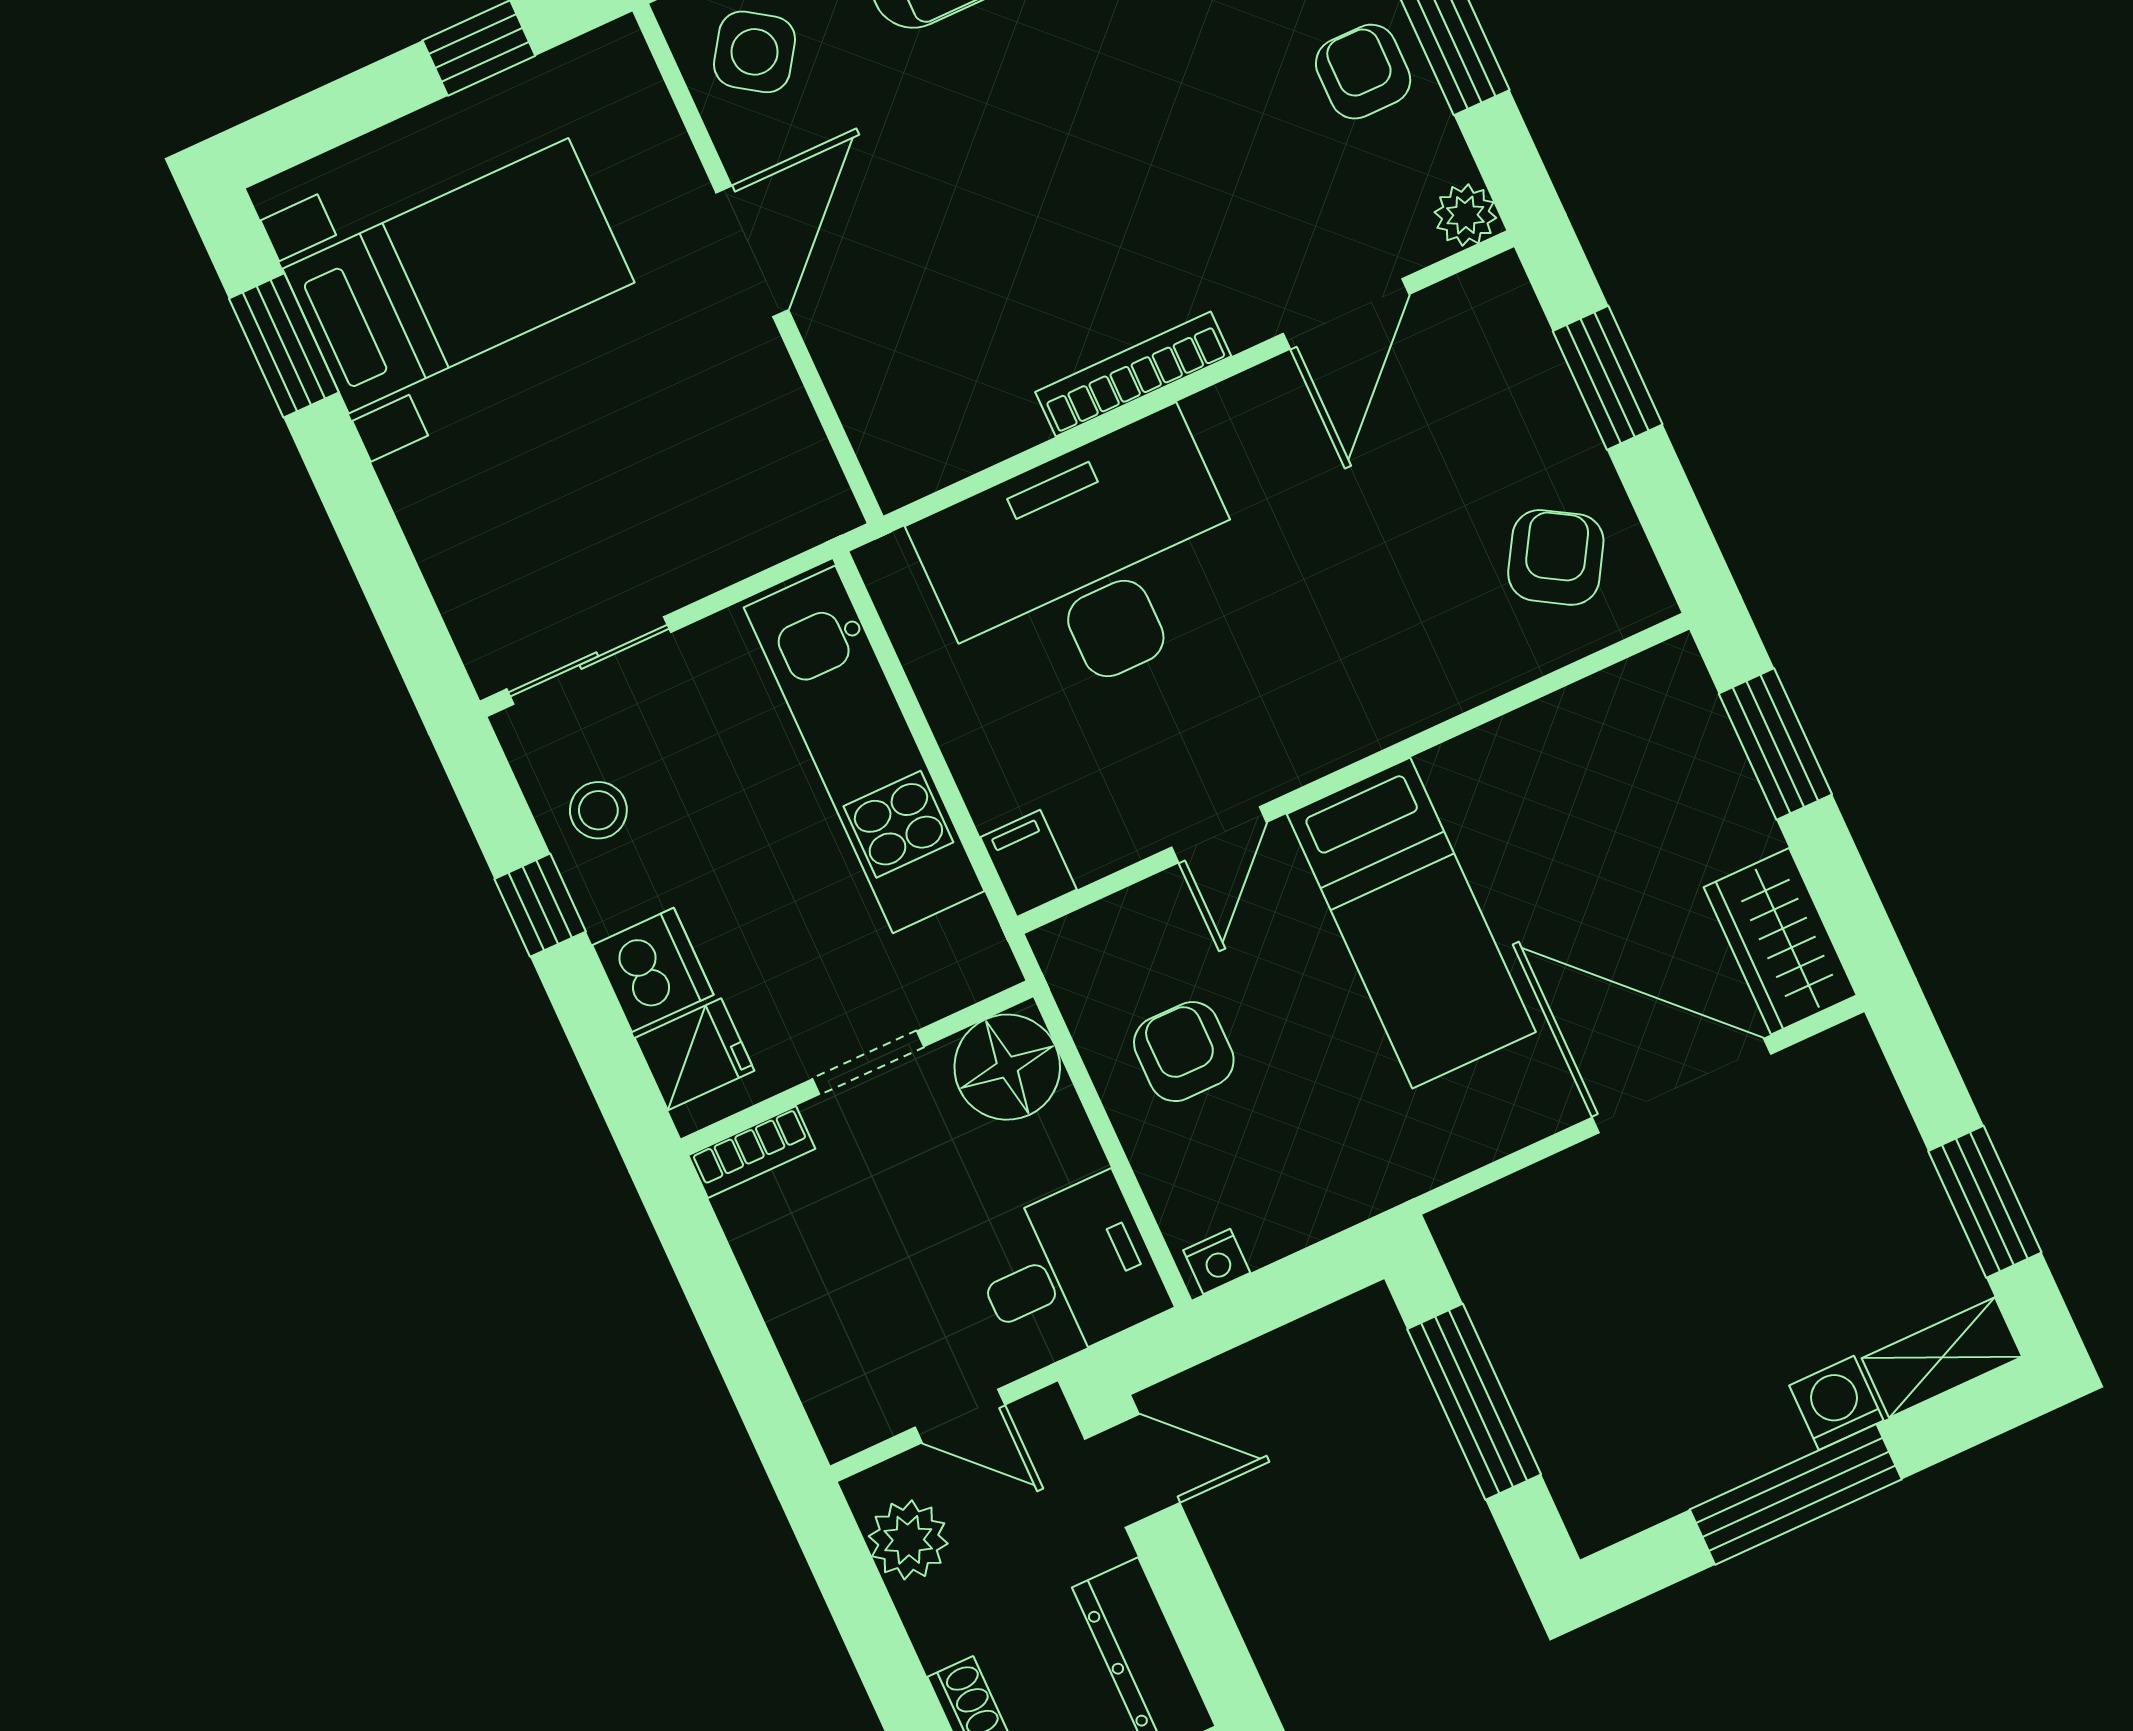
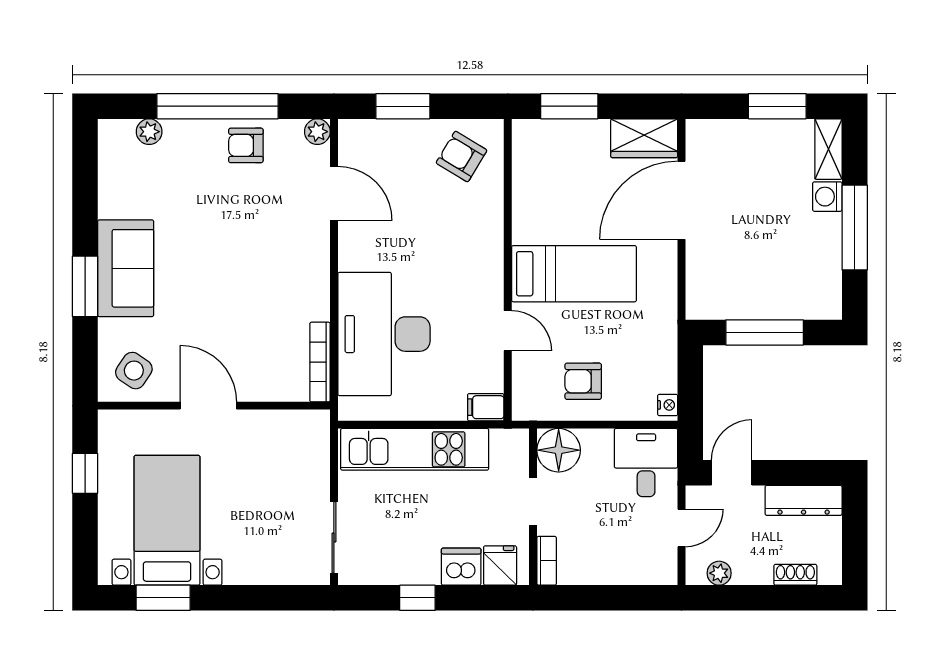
bookcase: (1133, 374) -> (320, 362), moved
stool: (598, 810) -> (392, 560), removed
plant: (908, 1540) -> (719, 573), width x0.73, depth x0.73

